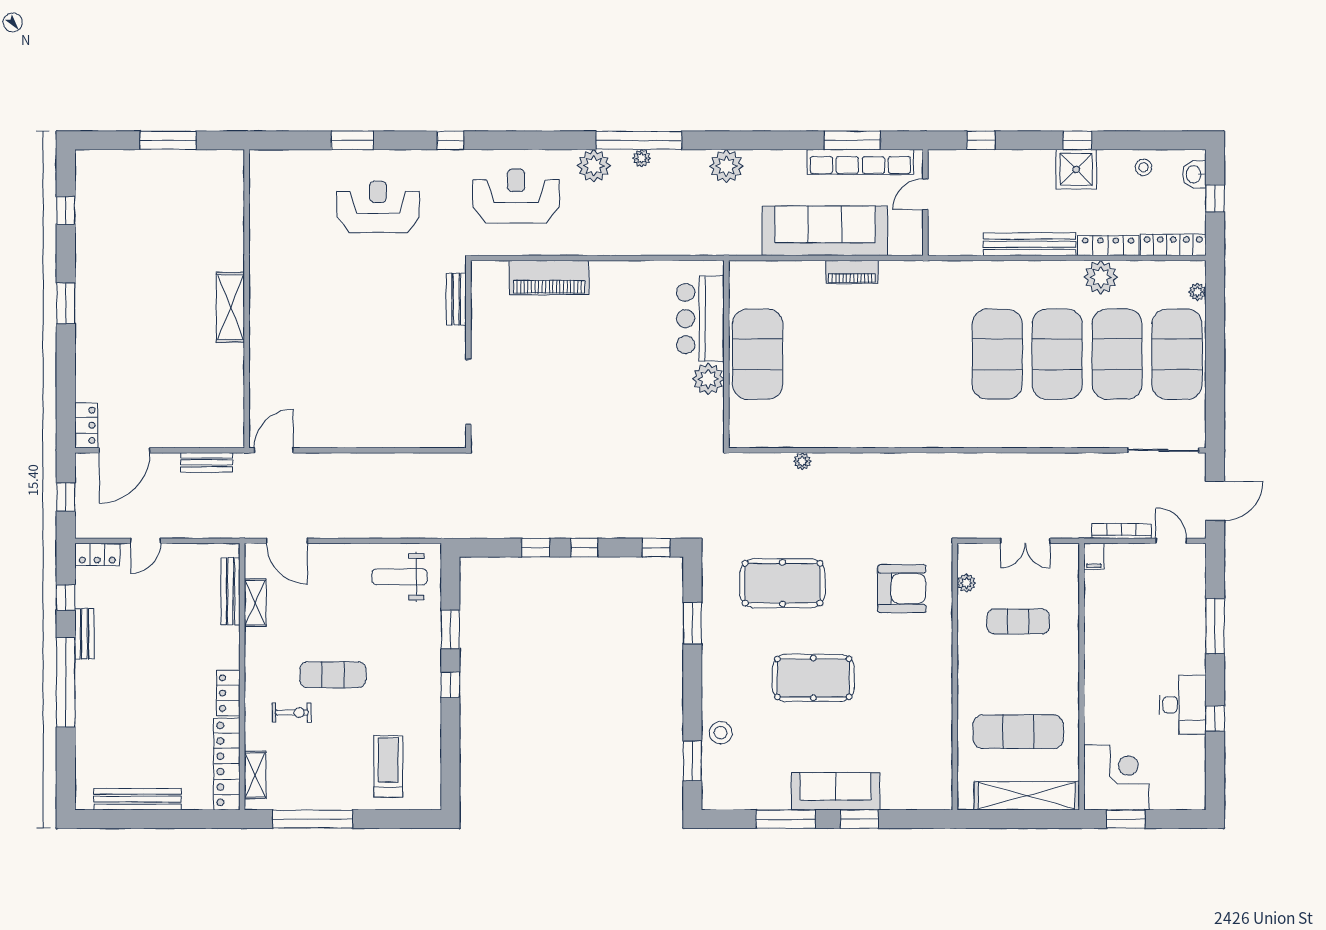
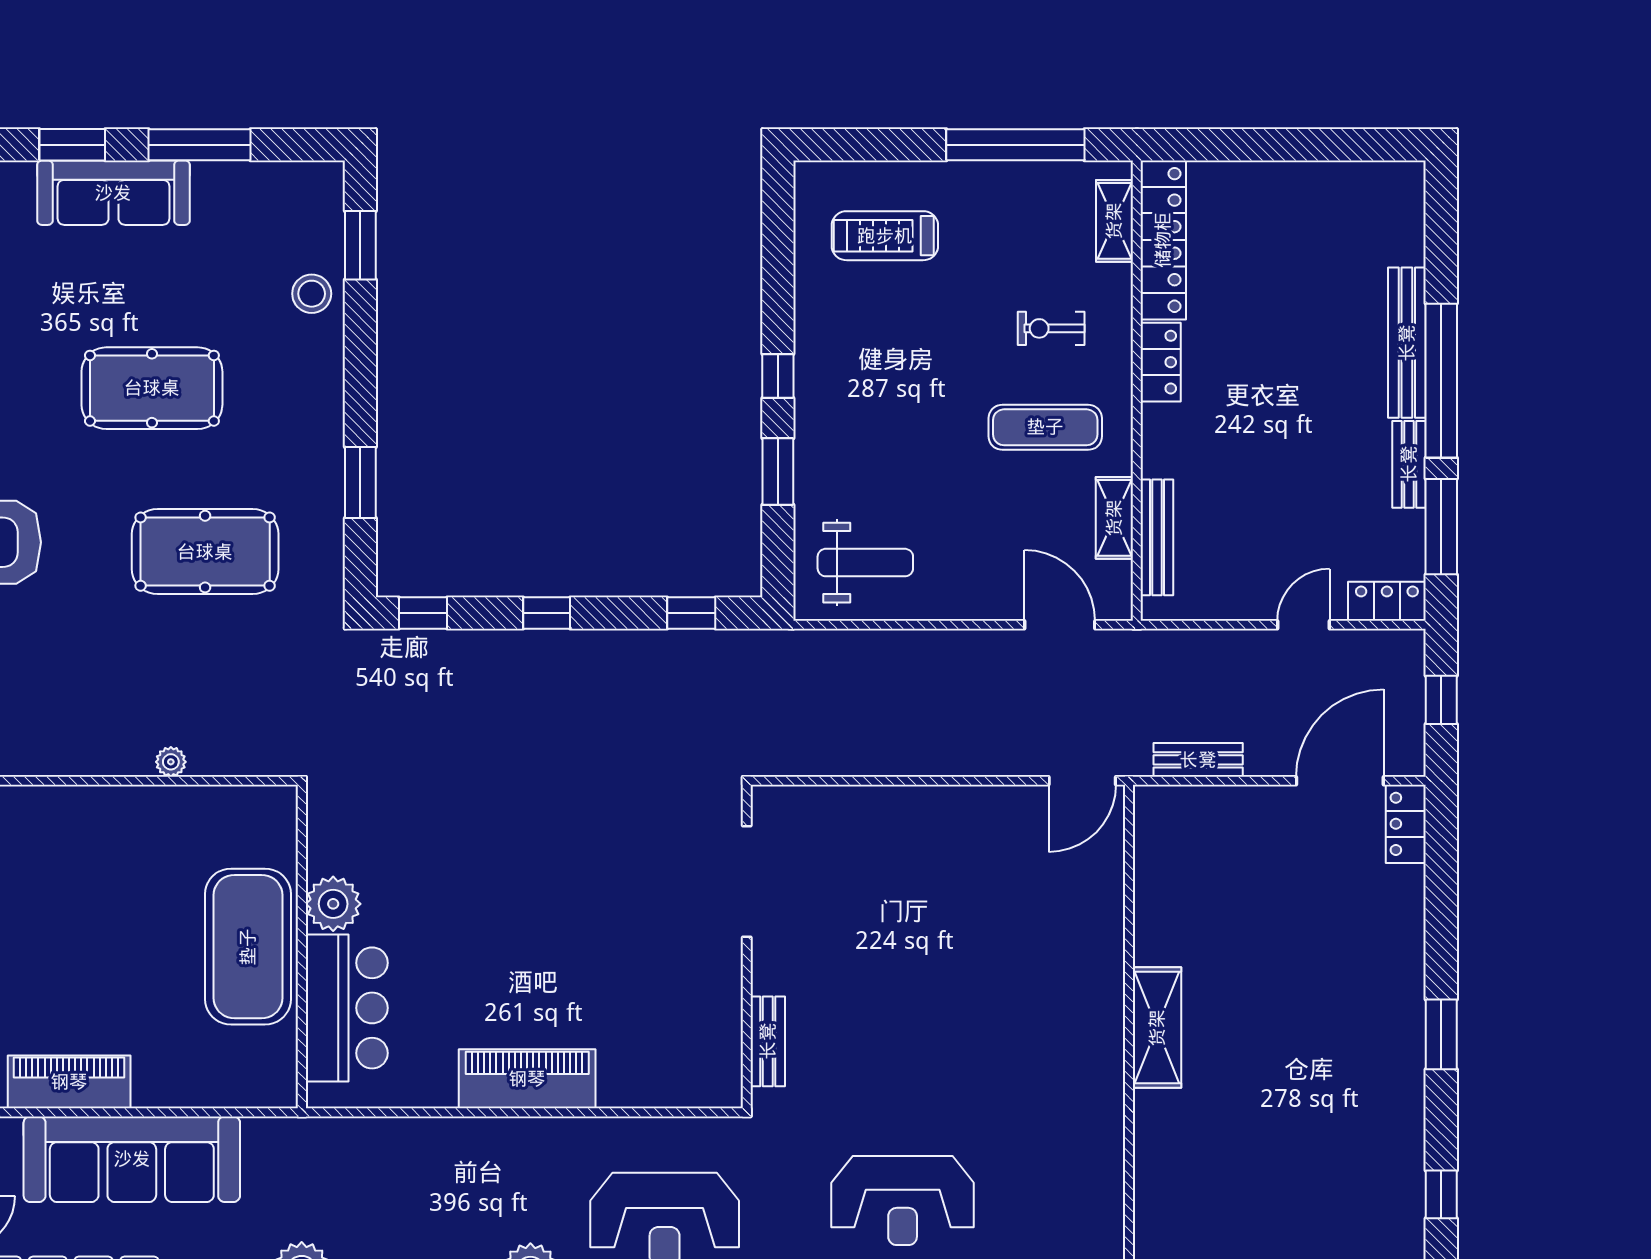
piano: (852, 272) -> (69, 1082), width x1.37, depth x1.33
piano: (549, 277) -> (527, 1079), moved
window: (536, 548) -> (691, 613), moved
window: (66, 598) -> (1441, 527), width x2.17
exercise mat: (333, 675) -> (1045, 427), moved
treadmill: (388, 766) -> (885, 236), turned 90
bench: (137, 799) -> (1407, 343), moved, turned 90

